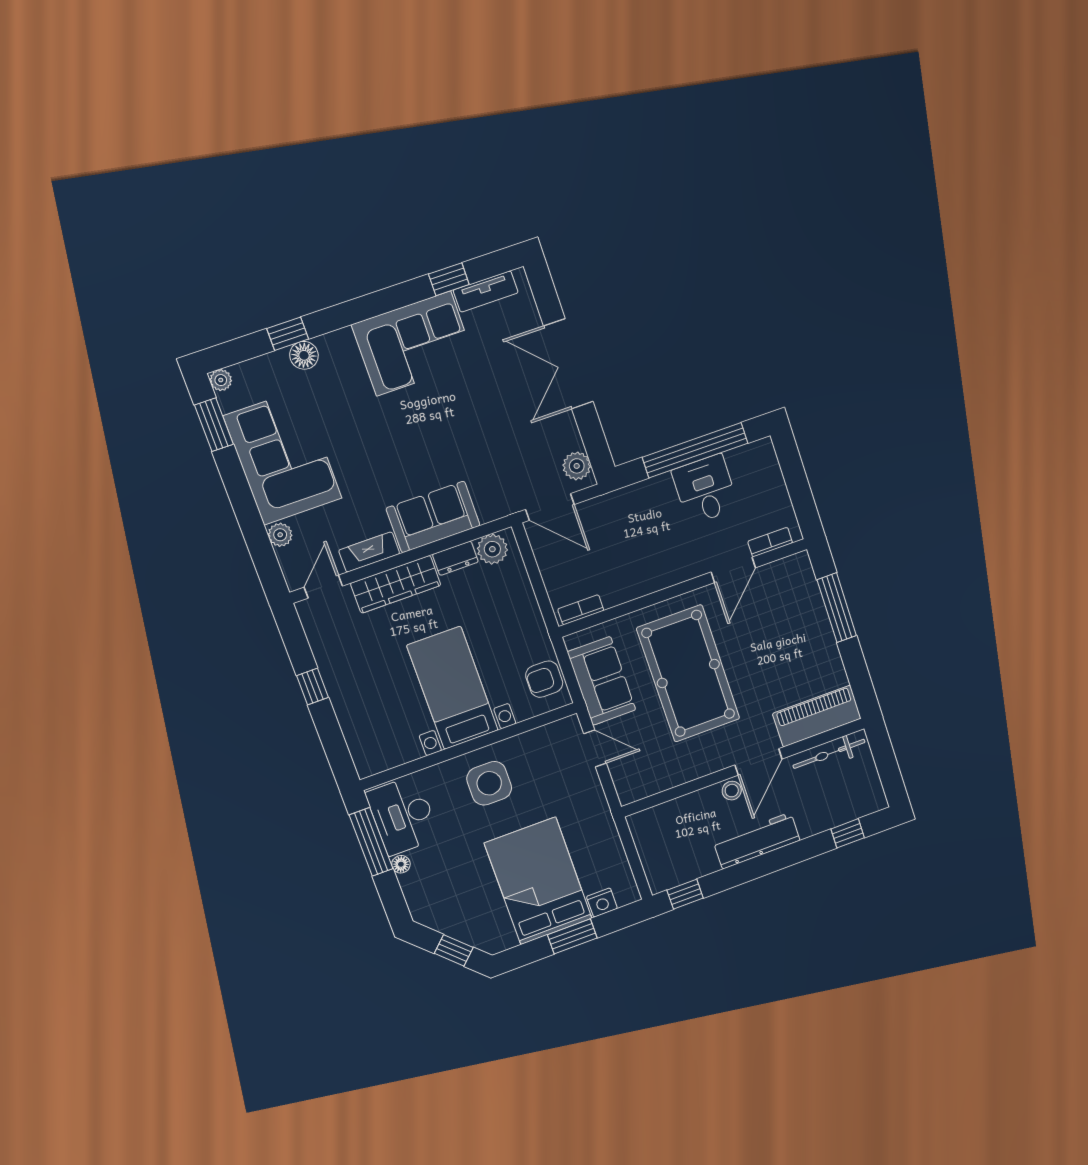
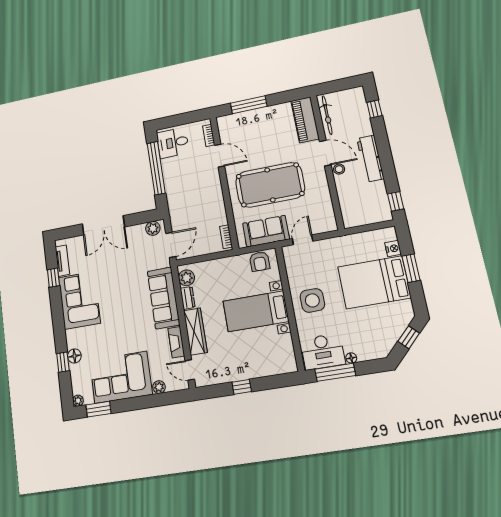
desk: (705, 489) -> (173, 143), moved
sofa: (433, 517) -> (163, 298), width x1.36

